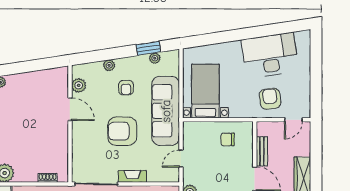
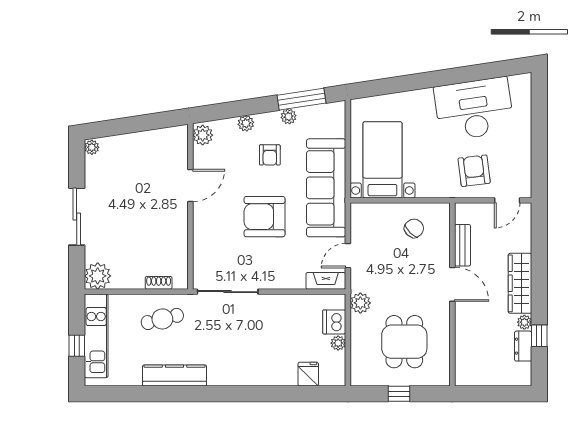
window: (148, 48) -> (301, 99), width x1.44
plant: (155, 58) -> (289, 117), moved
plant: (79, 85) -> (203, 135), moved
door: (70, 109) -> (190, 185), hinge flipped
chair: (228, 139) -> (414, 228), turned 135
fireplace: (132, 176) -> (326, 281), moved

